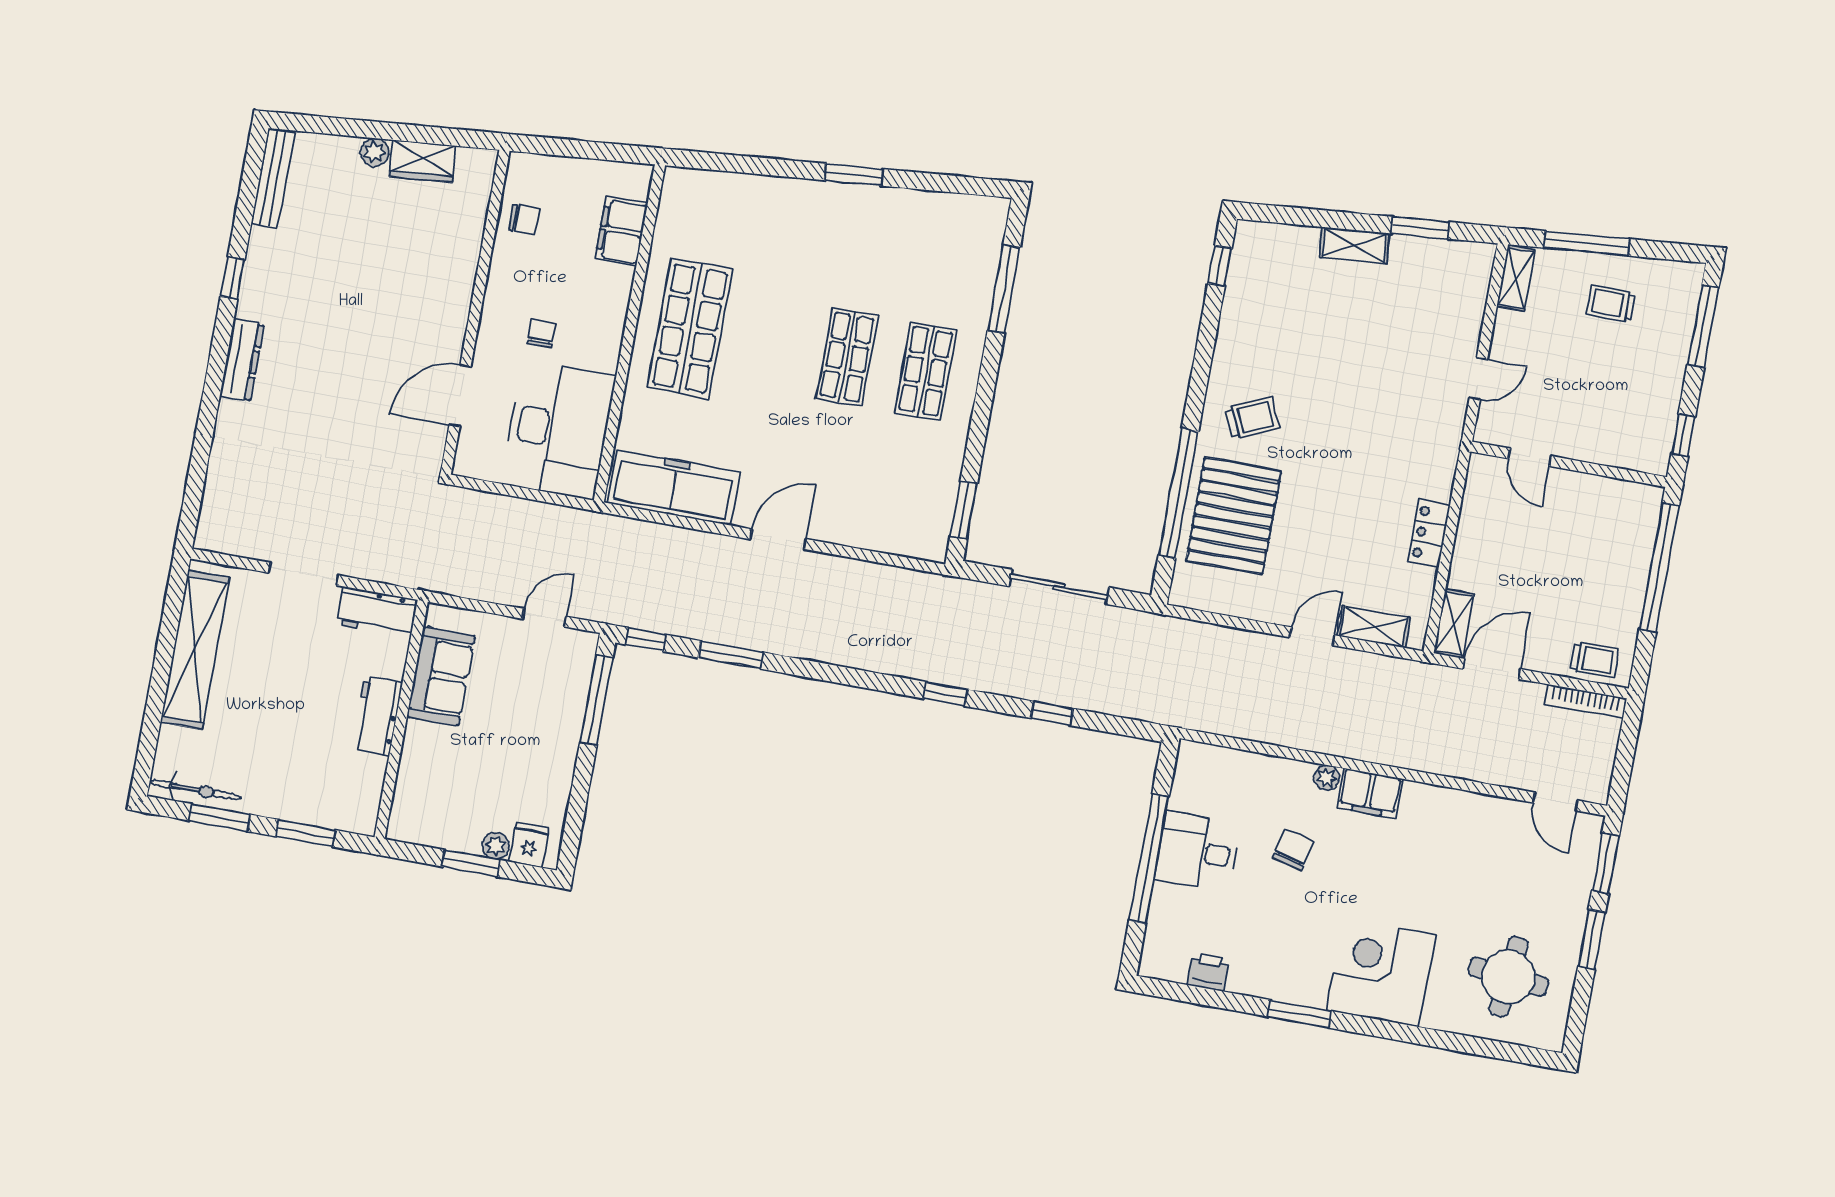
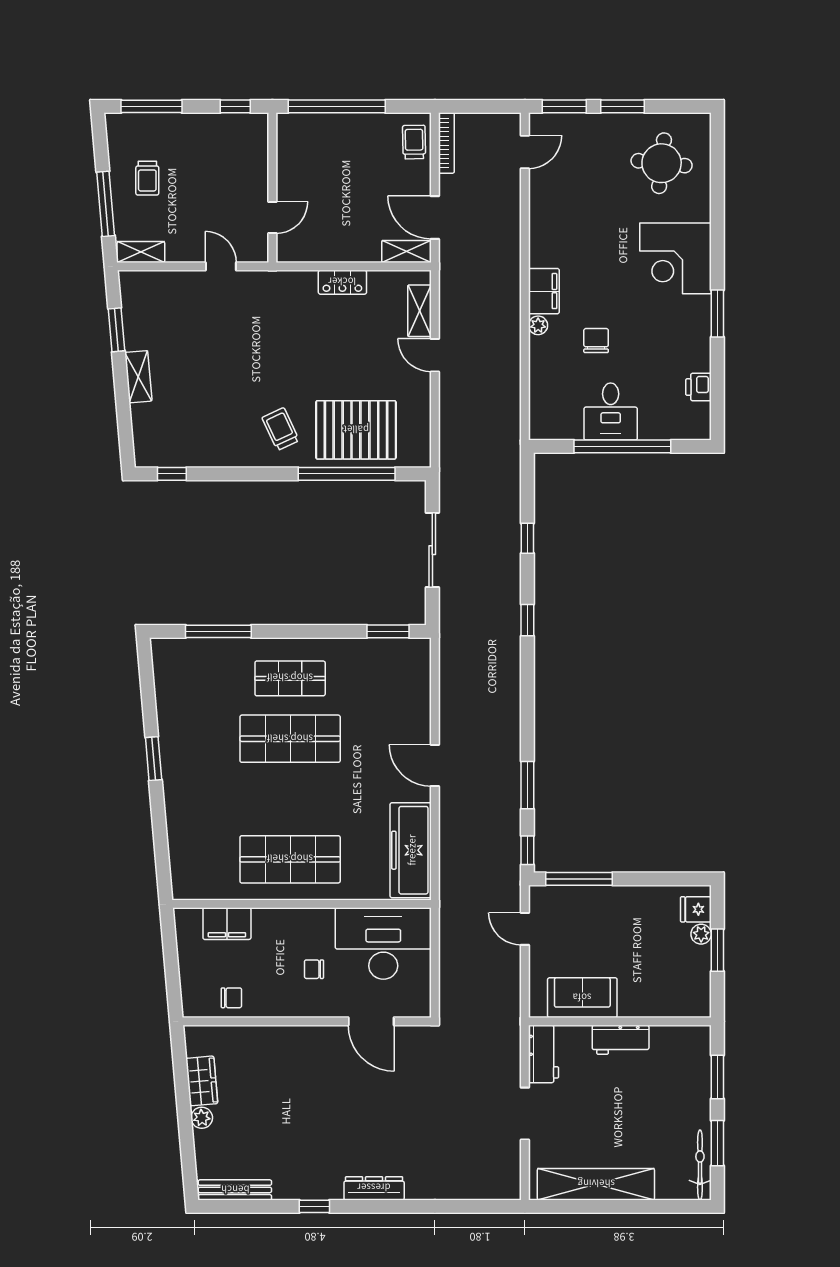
chair: (524, 219) -> (231, 998), turned 90
shop shelf: (847, 357) -> (290, 739), width x1.43, depth x1.36
chair: (1293, 850) -> (596, 341), turned 76

